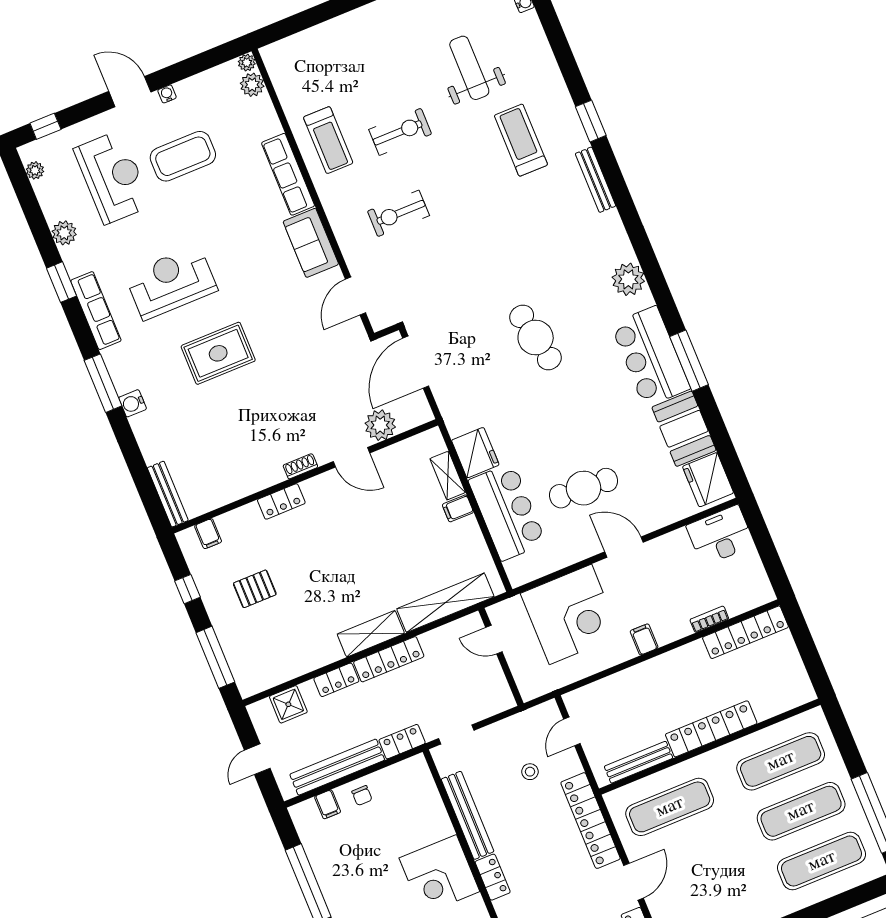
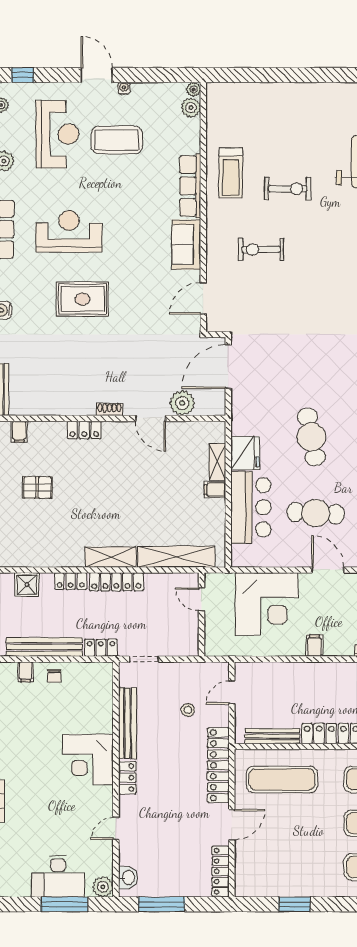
cafe table: (536, 337) -> (311, 437), moved

